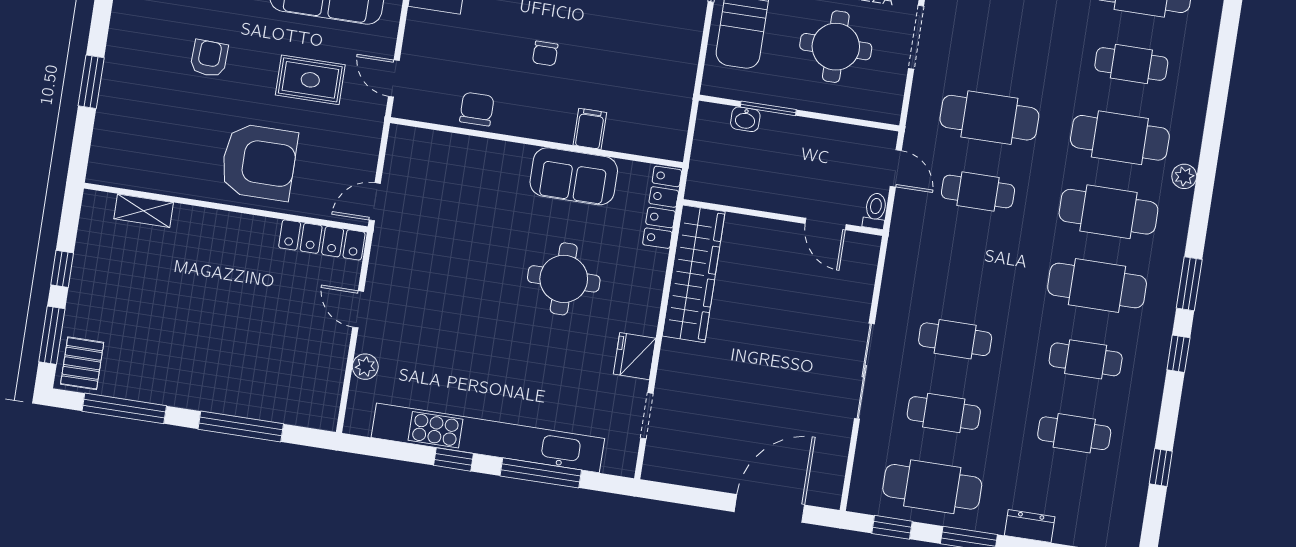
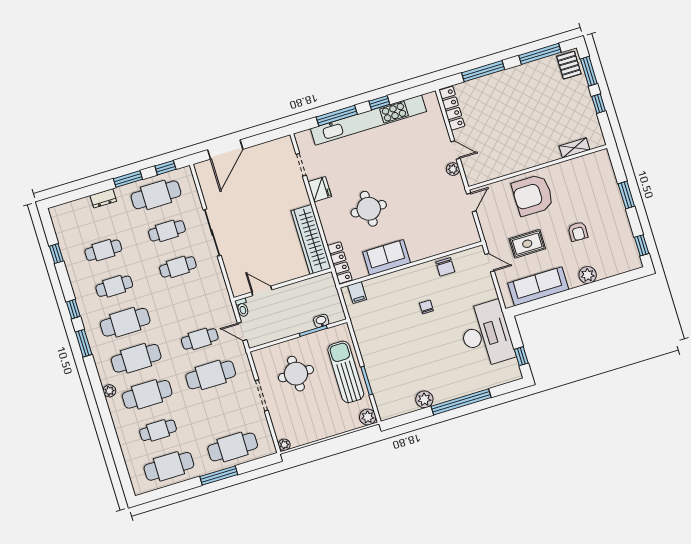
filing cabinet: (590, 129) -> (357, 292), moved
locker: (322, 240) -> (452, 108), moved, turned 90
plant: (365, 367) -> (453, 169), moved

